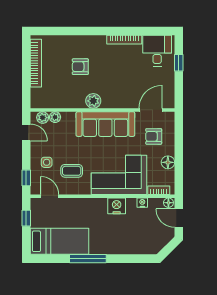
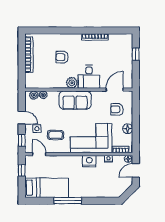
desk: (157, 51) -> (89, 77), moved, turned 180
sofa: (105, 124) -> (75, 100), width x0.73
door: (26, 132) -> (22, 118), moved
door: (179, 218) -> (136, 170), hinge flipped

